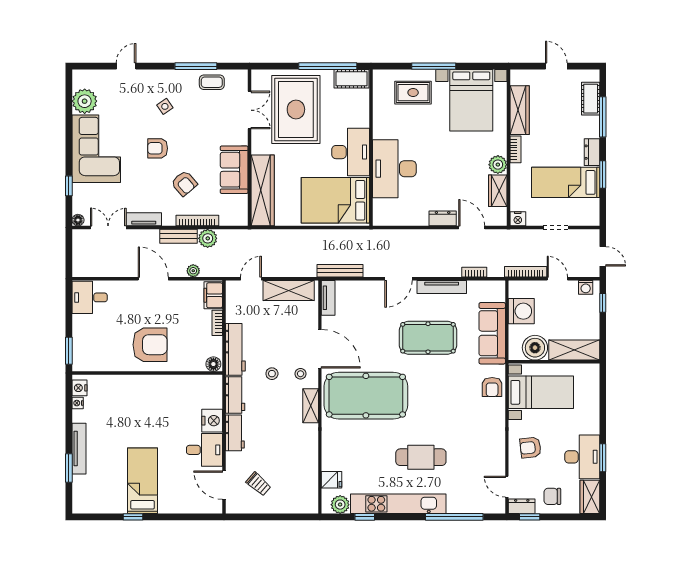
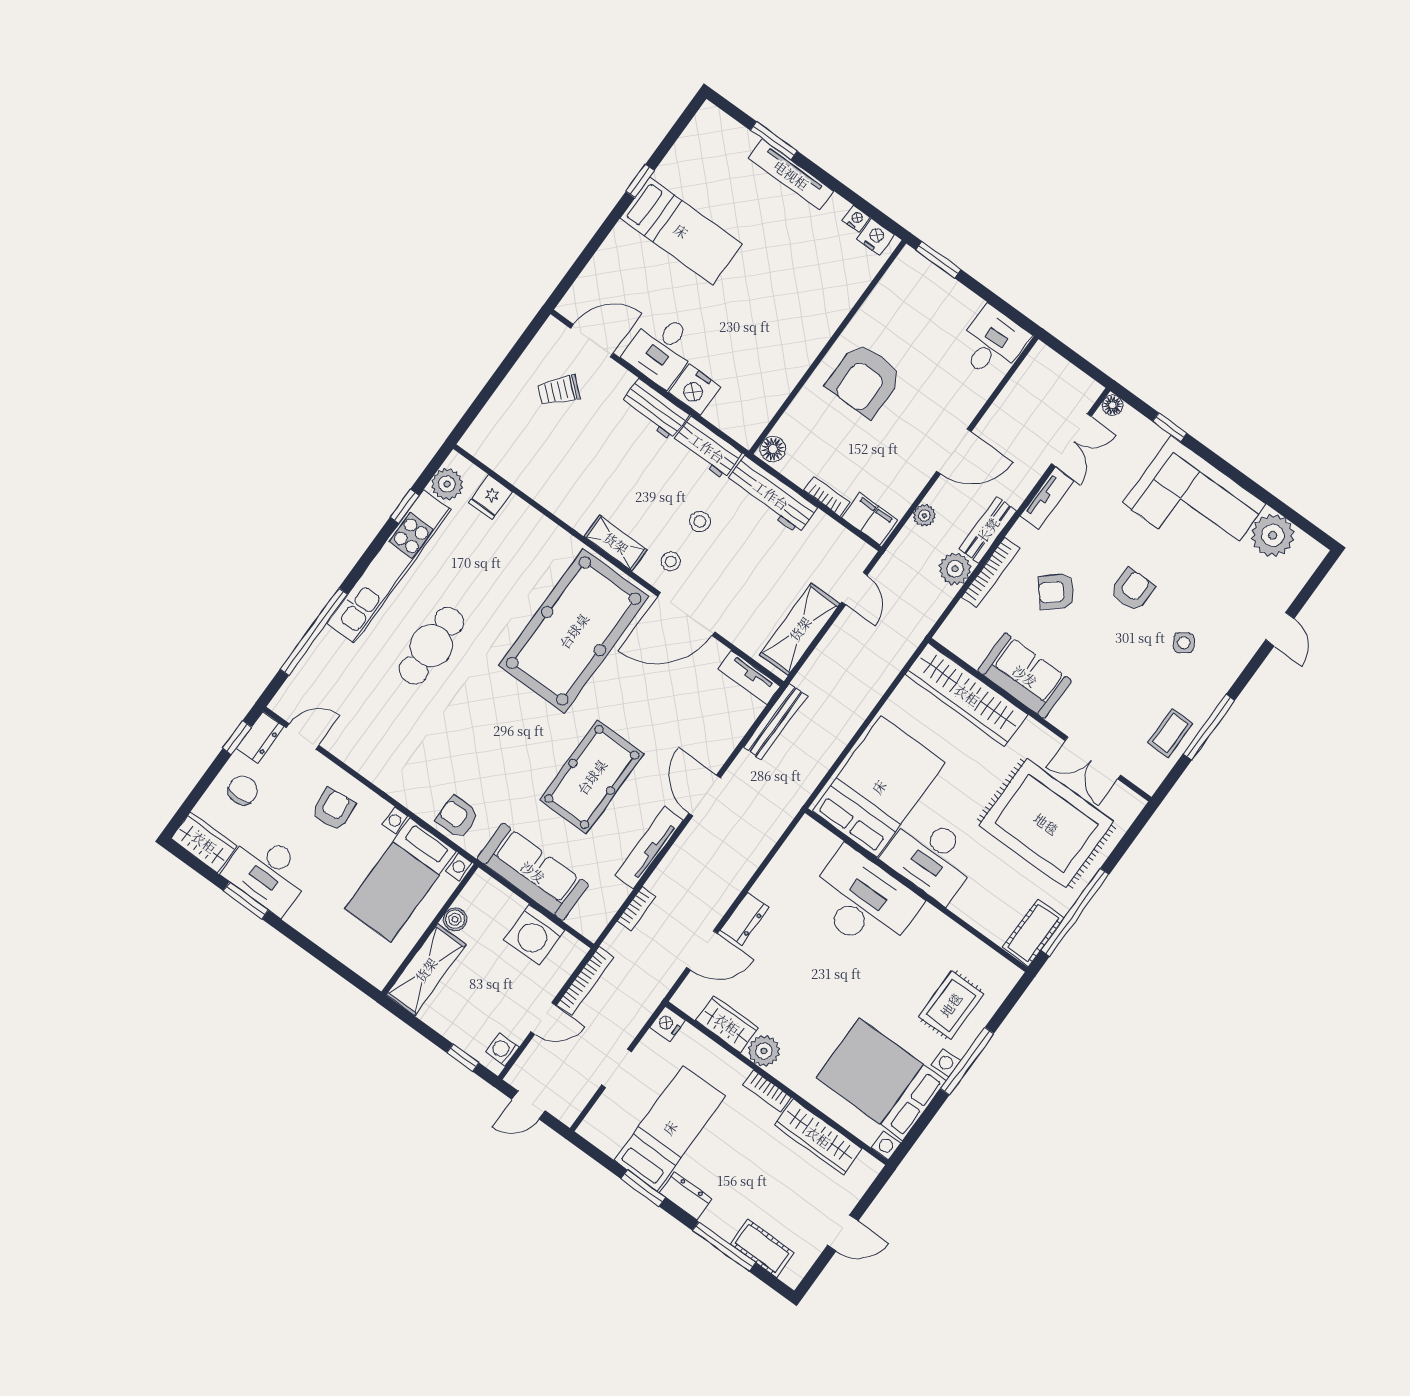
boiler: (535, 348) -> (455, 919), width x0.54, depth x0.54

